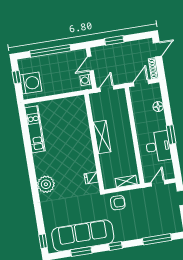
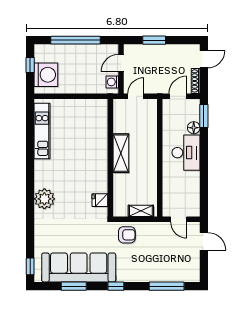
window: (171, 135) -> (204, 116), moved
desk: (158, 146) -> (186, 153), moved
door: (158, 183) -> (179, 219), swing flipped

